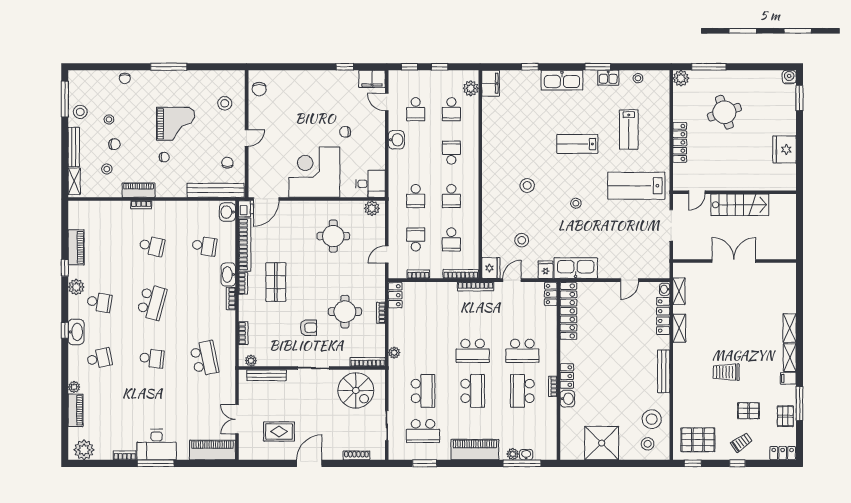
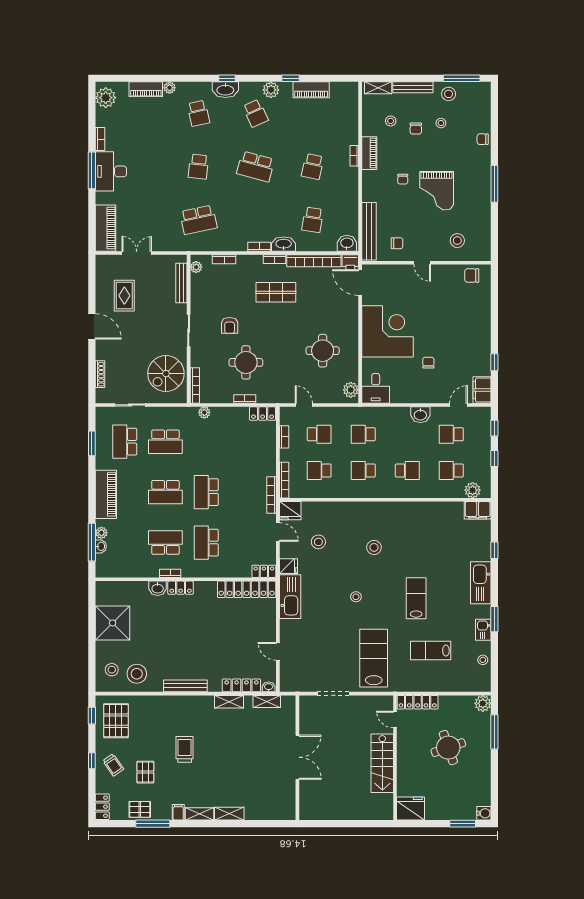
door: (697, 192) -> (395, 720), moved
wall: (734, 192) -> (395, 758), moved
stairs: (740, 205) -> (382, 763), moved
school desk: (99, 302) -> (255, 113), turned -33

